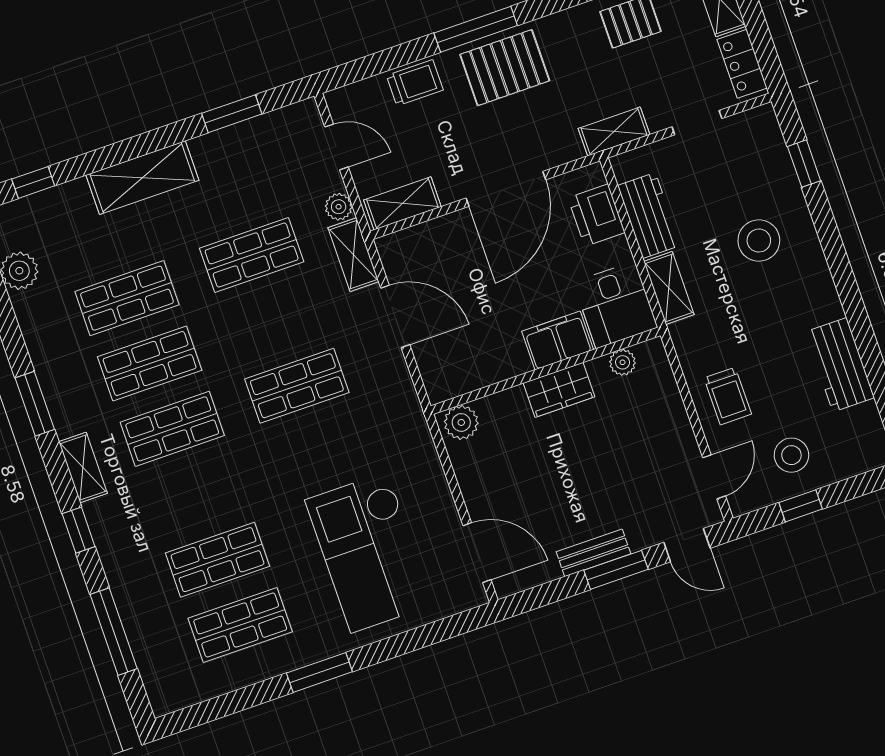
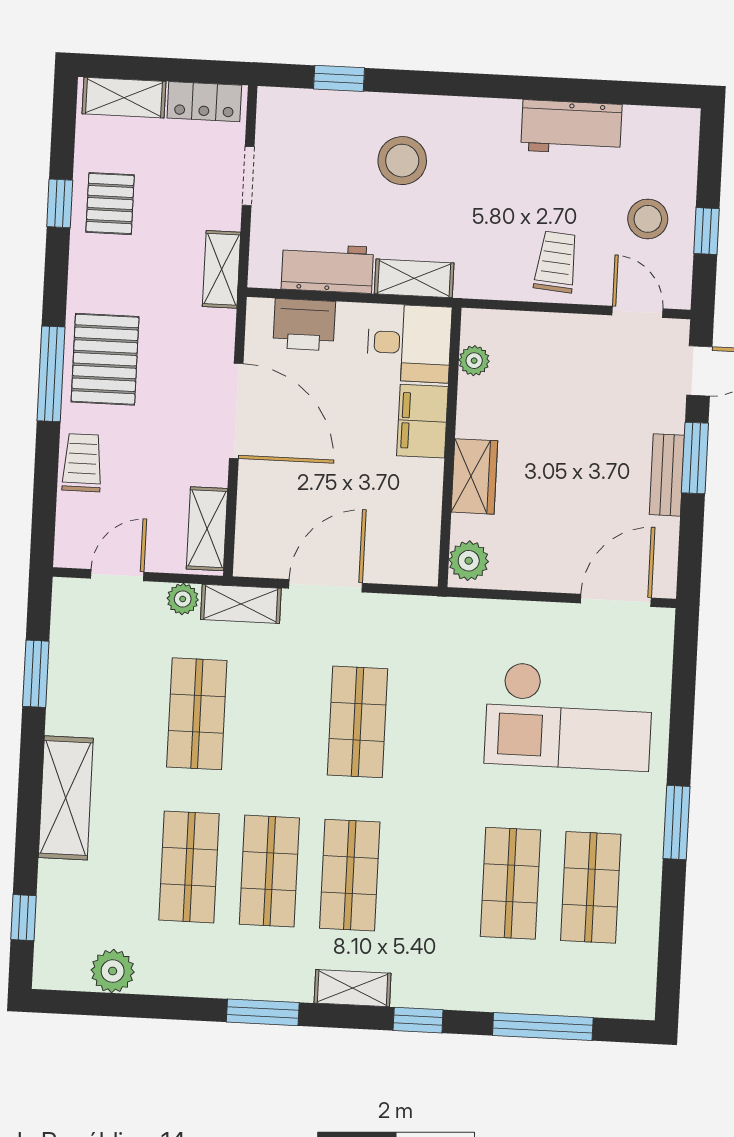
wardrobe: (559, 390) -> (474, 476), moved
trolley: (728, 396) -> (556, 262), turned -85

